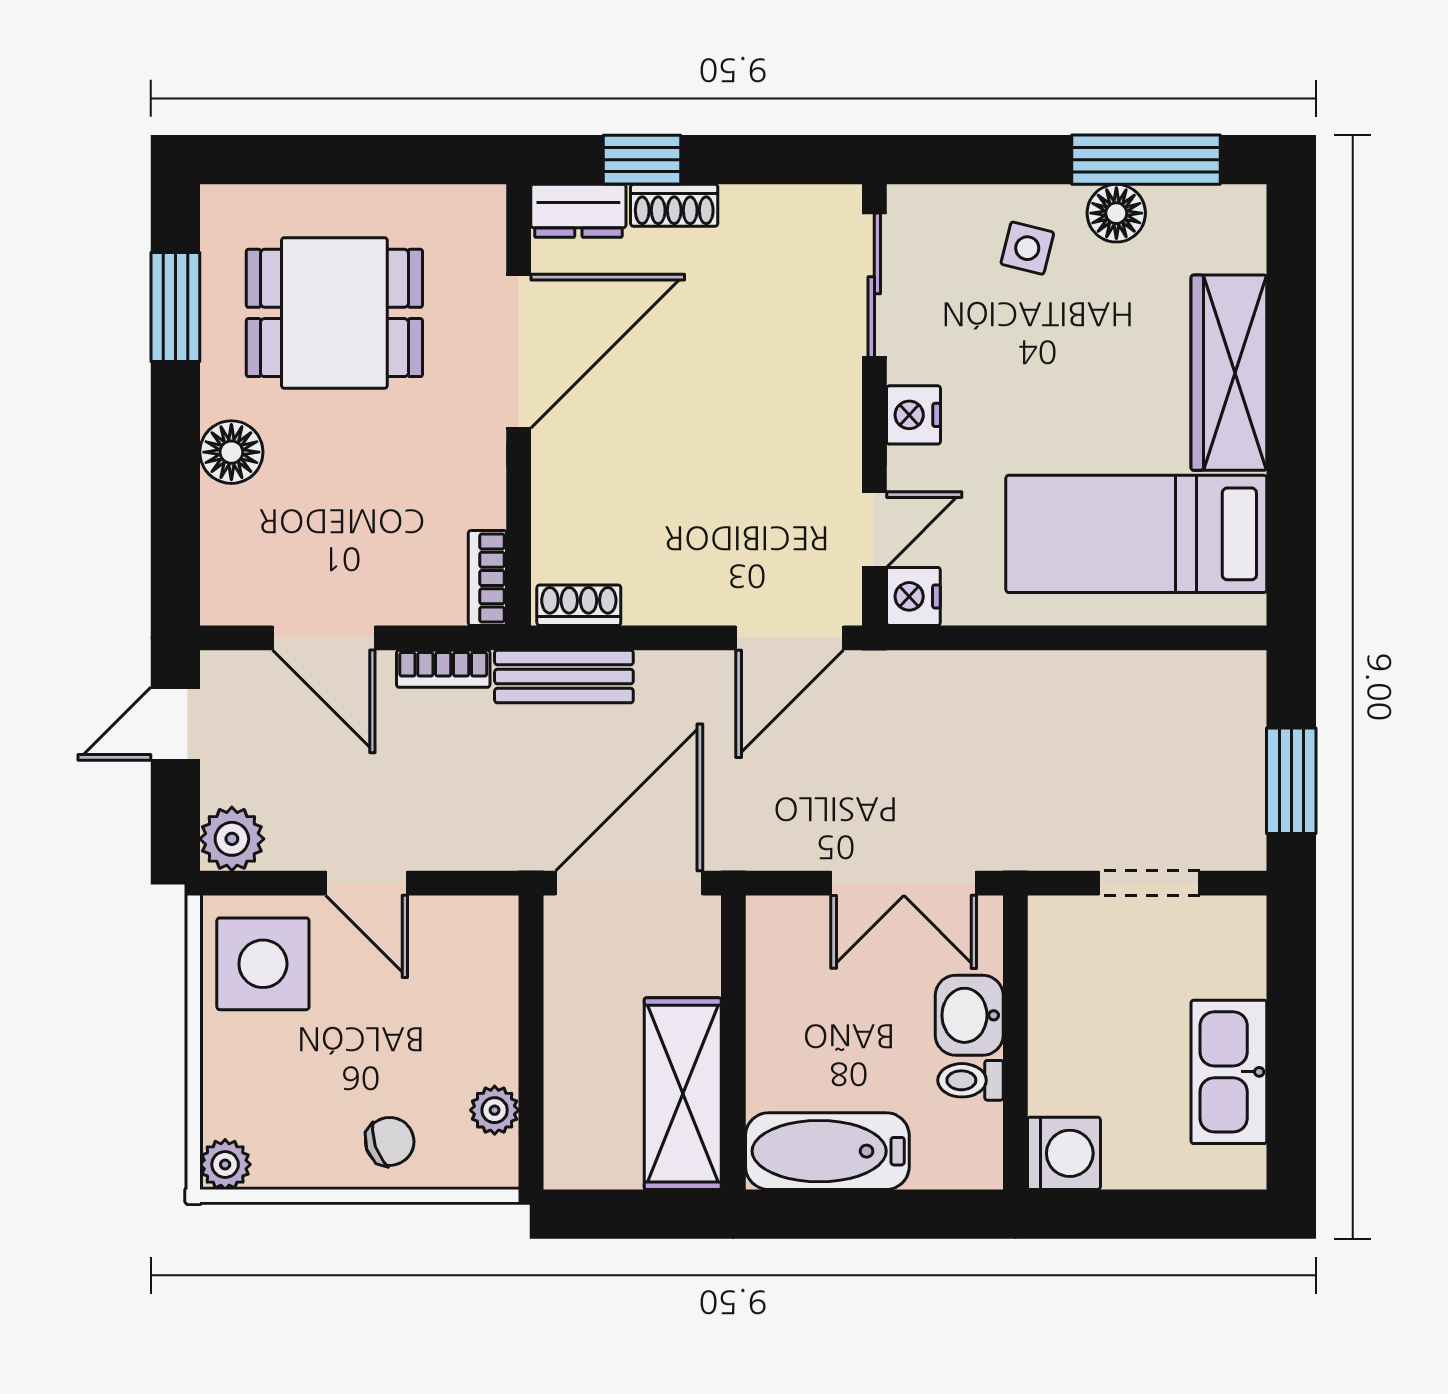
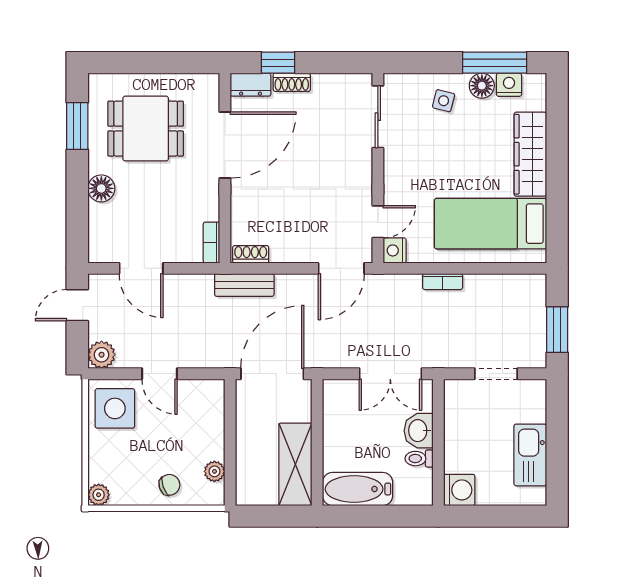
nightstand: (913, 415) -> (509, 85), moved, turned 90
bookcase: (443, 669) -> (443, 282), moved

